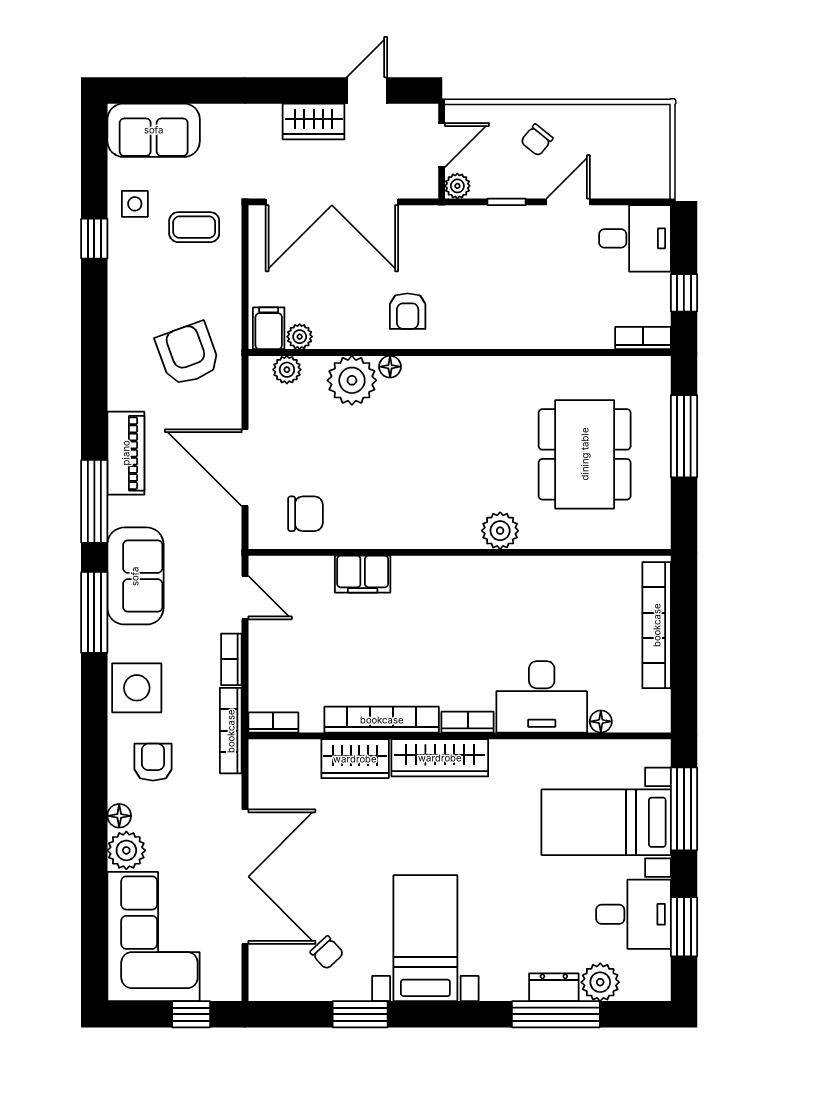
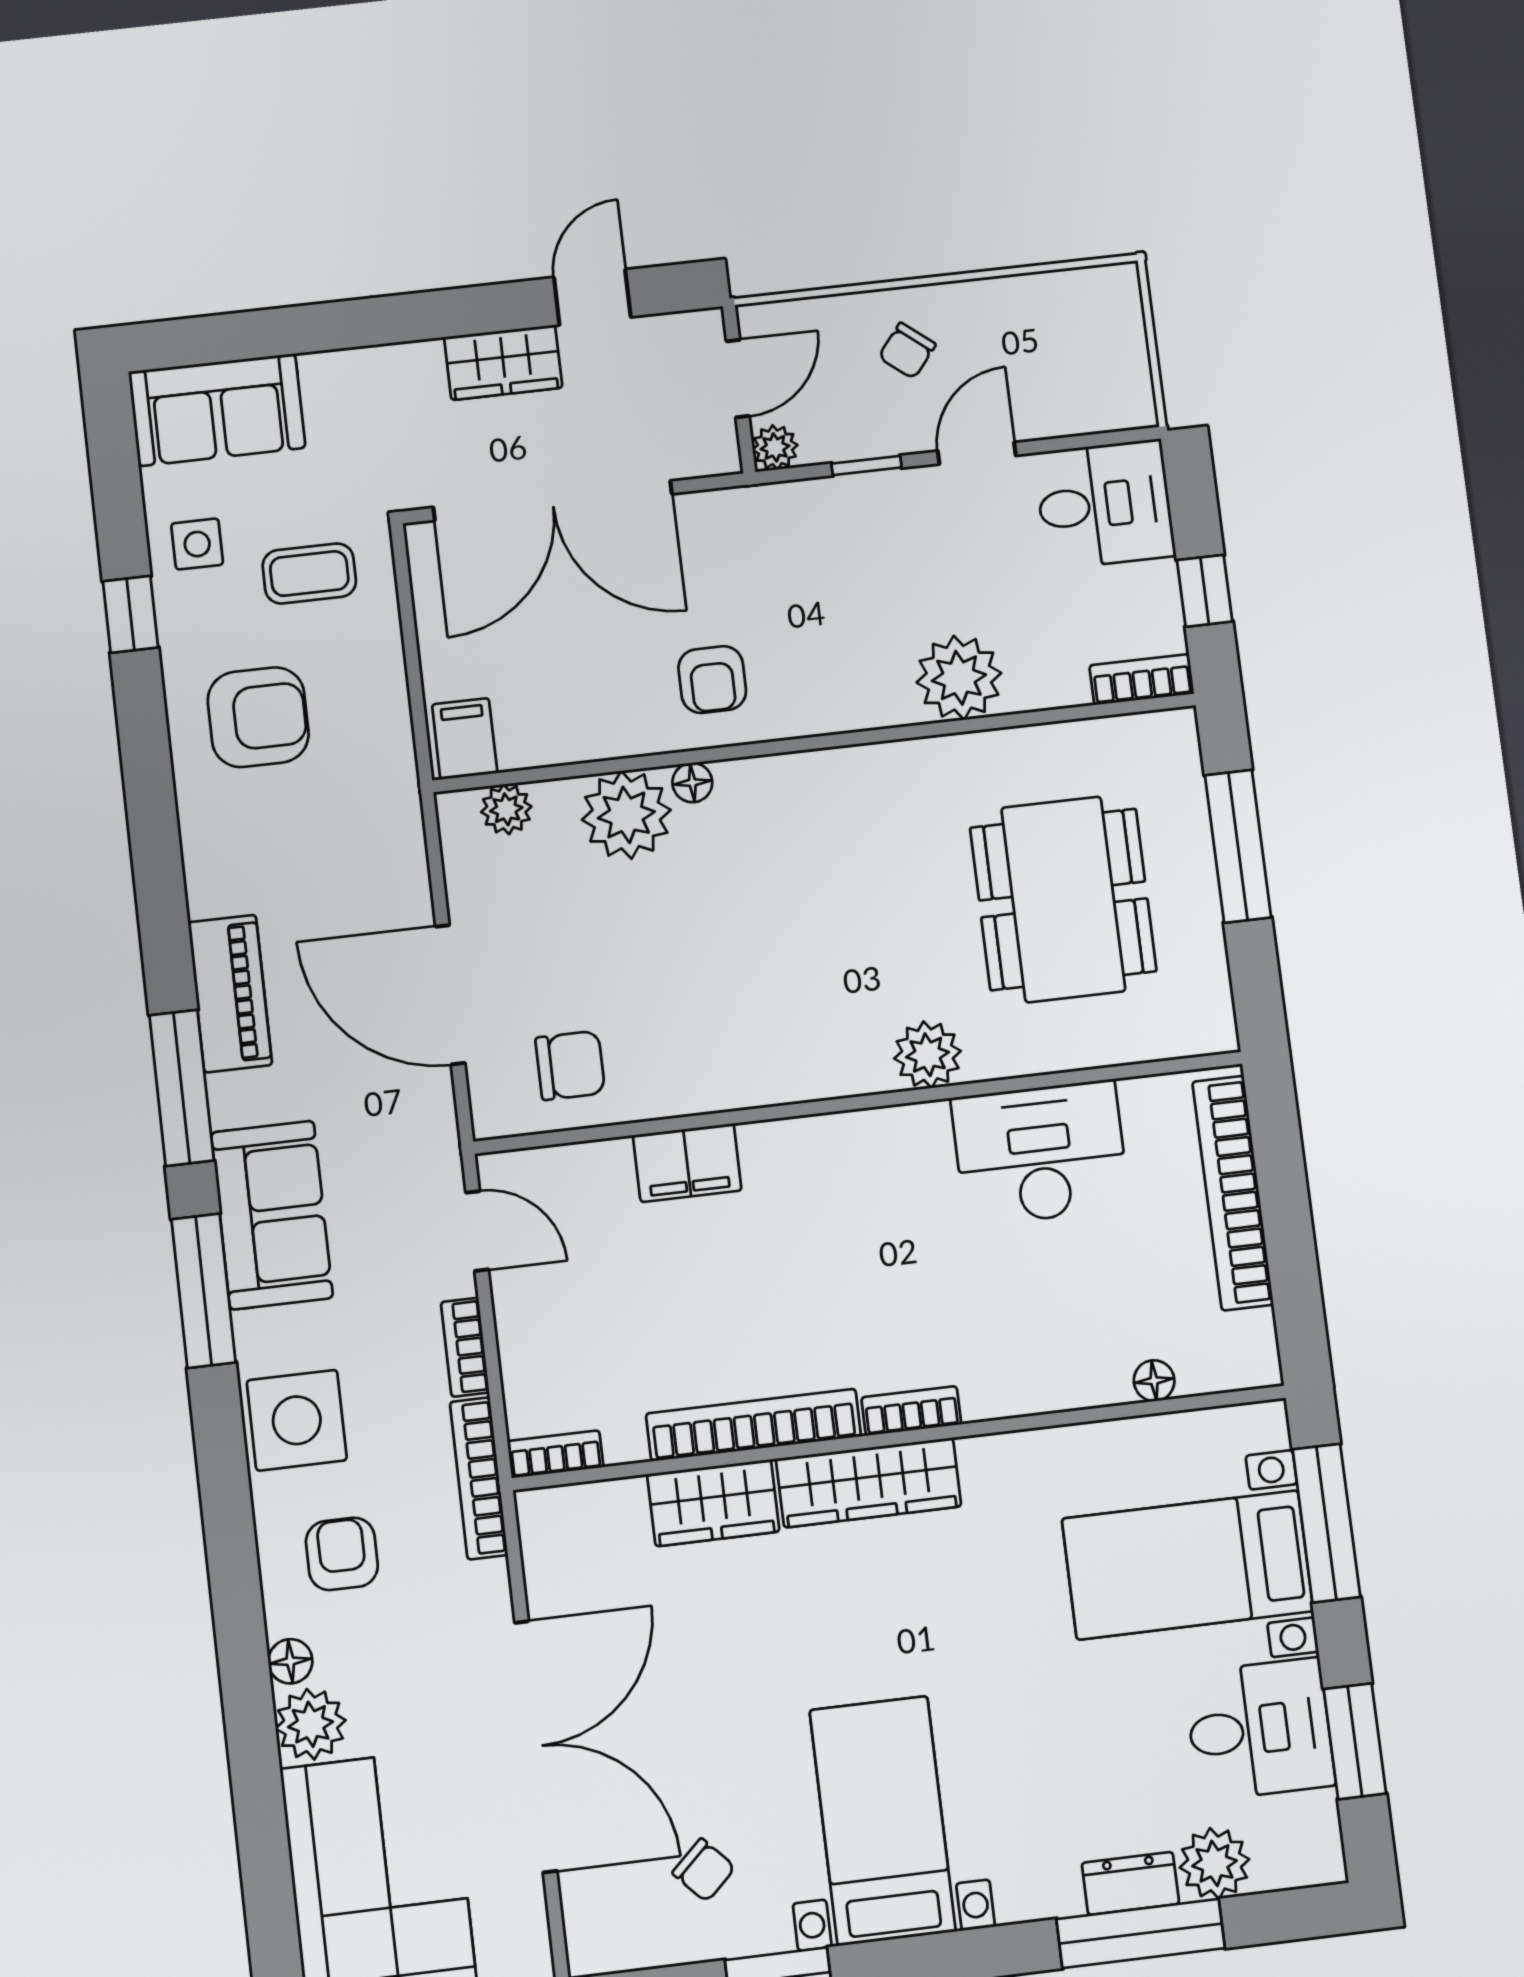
plant: (300, 337) -> (959, 678), moved, width x1.88, depth x1.88
armchair: (188, 354) -> (258, 717), moved, turned 110
desk: (542, 697) -> (1040, 1153), moved, turned 180

